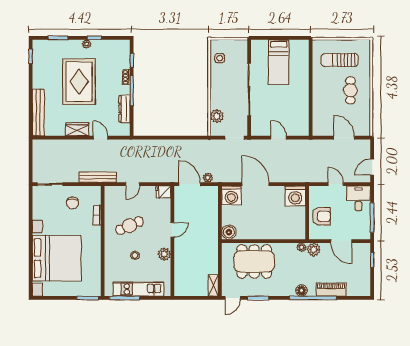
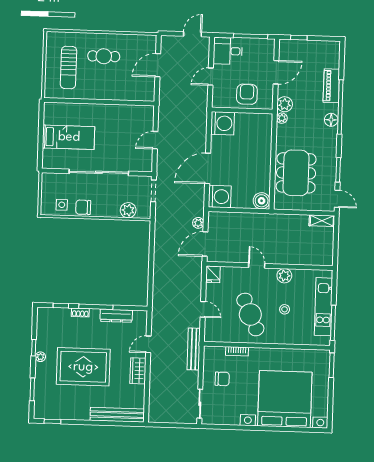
chair: (218, 77) -> (83, 207), added
door: (372, 167) -> (193, 34), swing flipped
cafe table: (129, 226) -> (250, 314), width x1.37, depth x1.35

